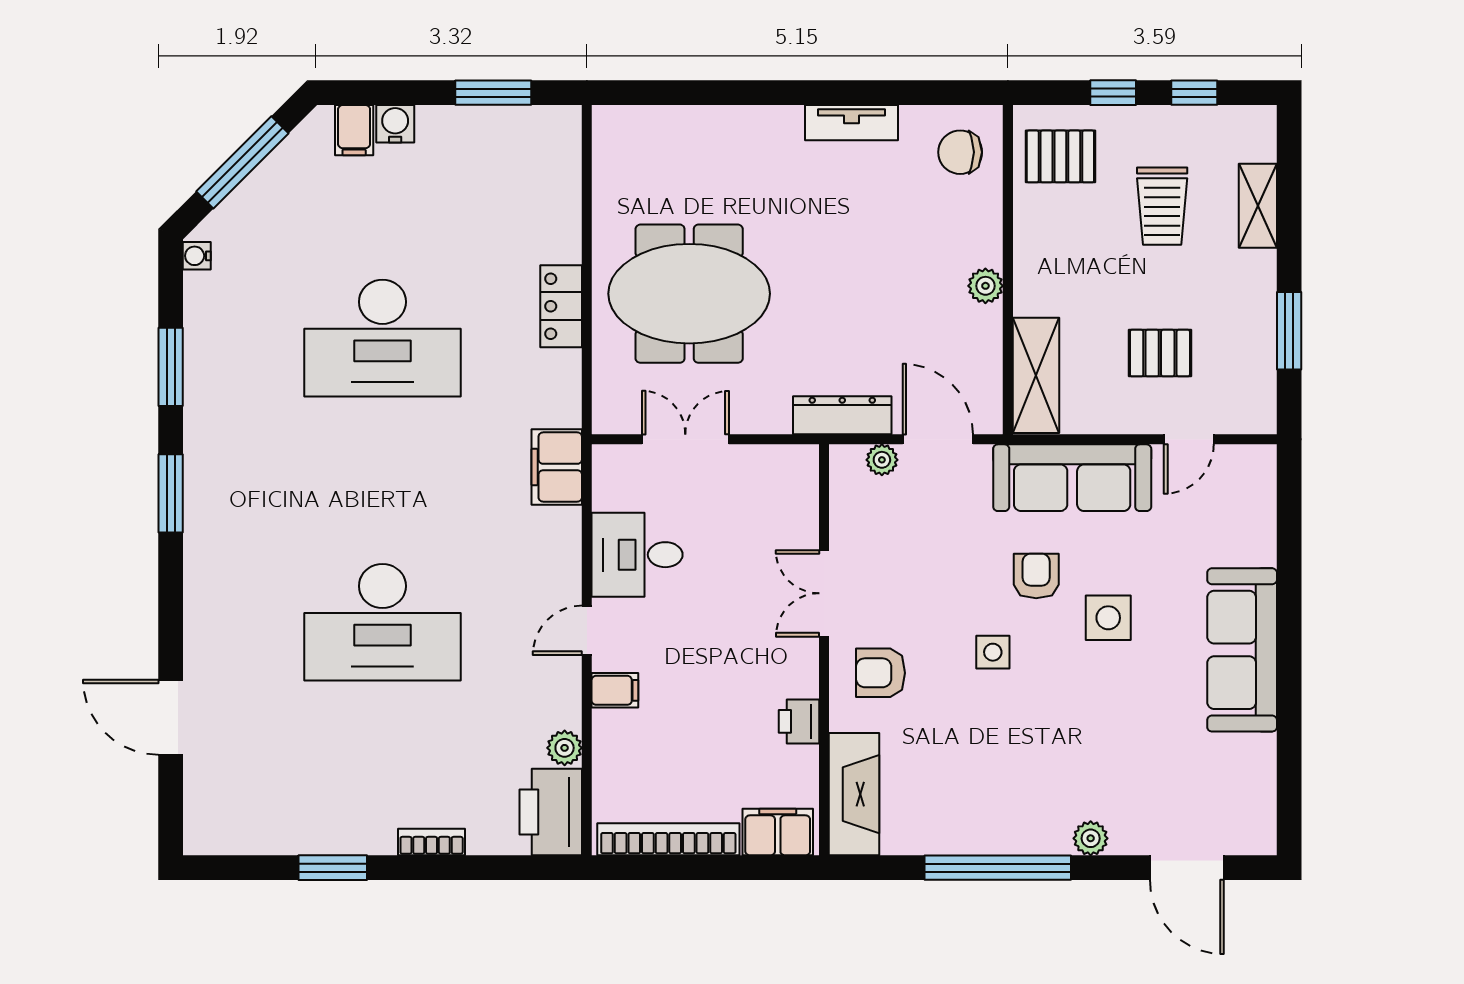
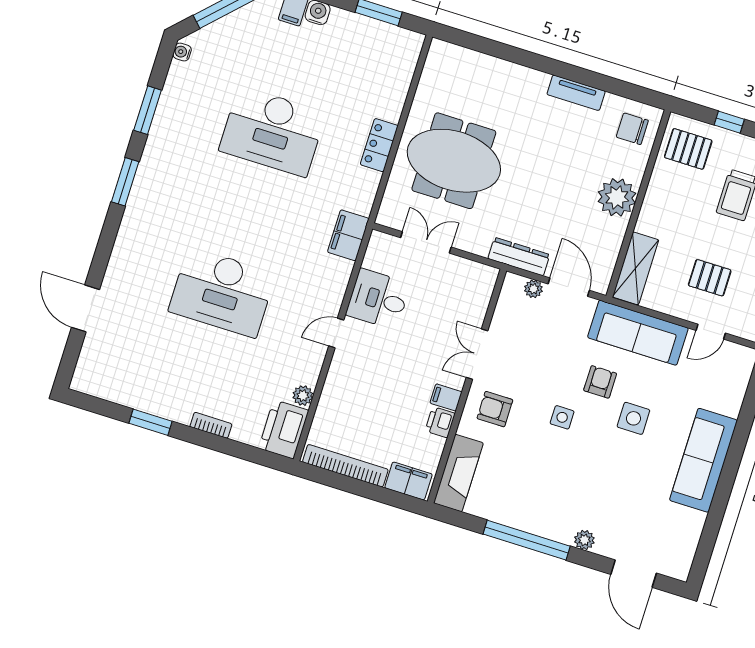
plant: (985, 286) -> (617, 197), width x1.87, depth x1.87
filing cabinet: (615, 690) -> (446, 397), moved, turned 180

